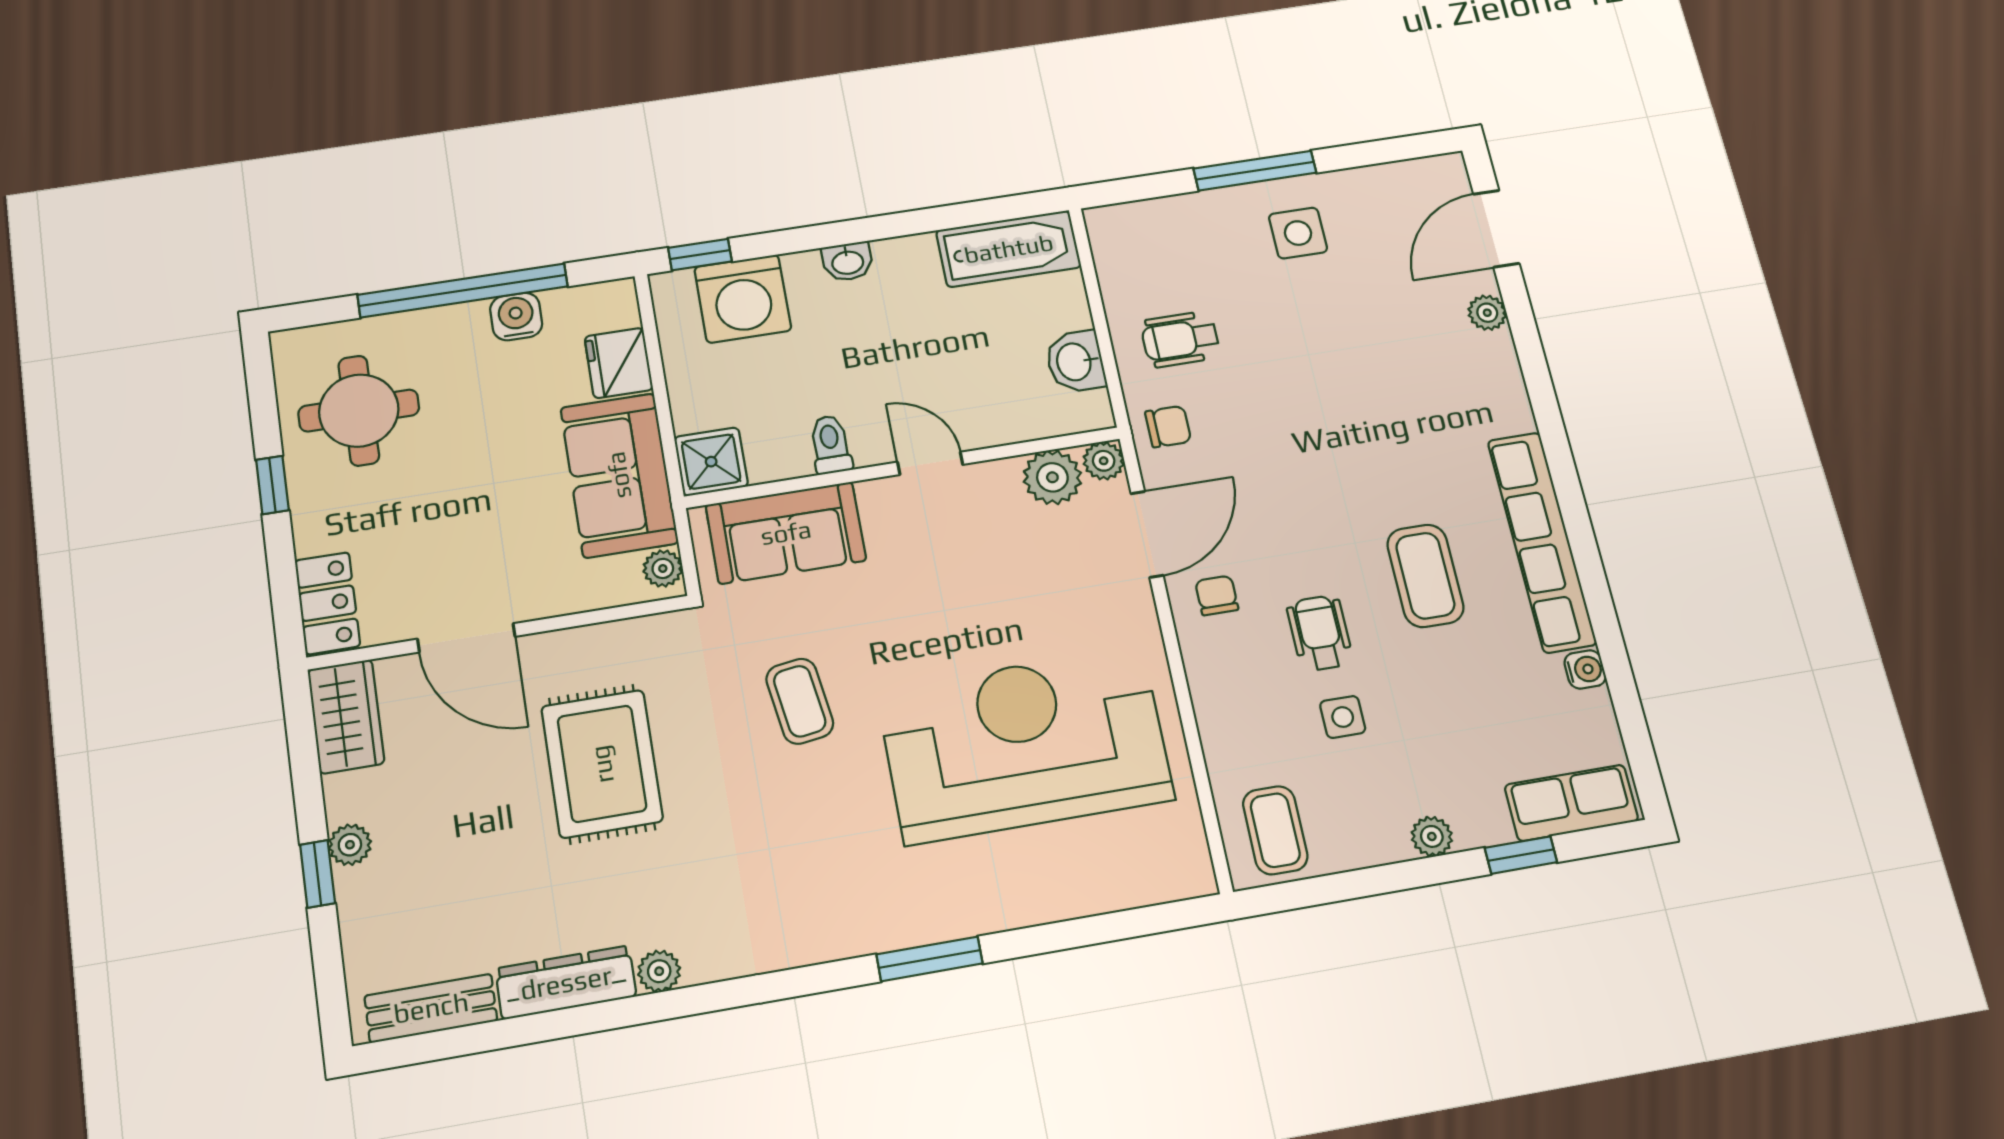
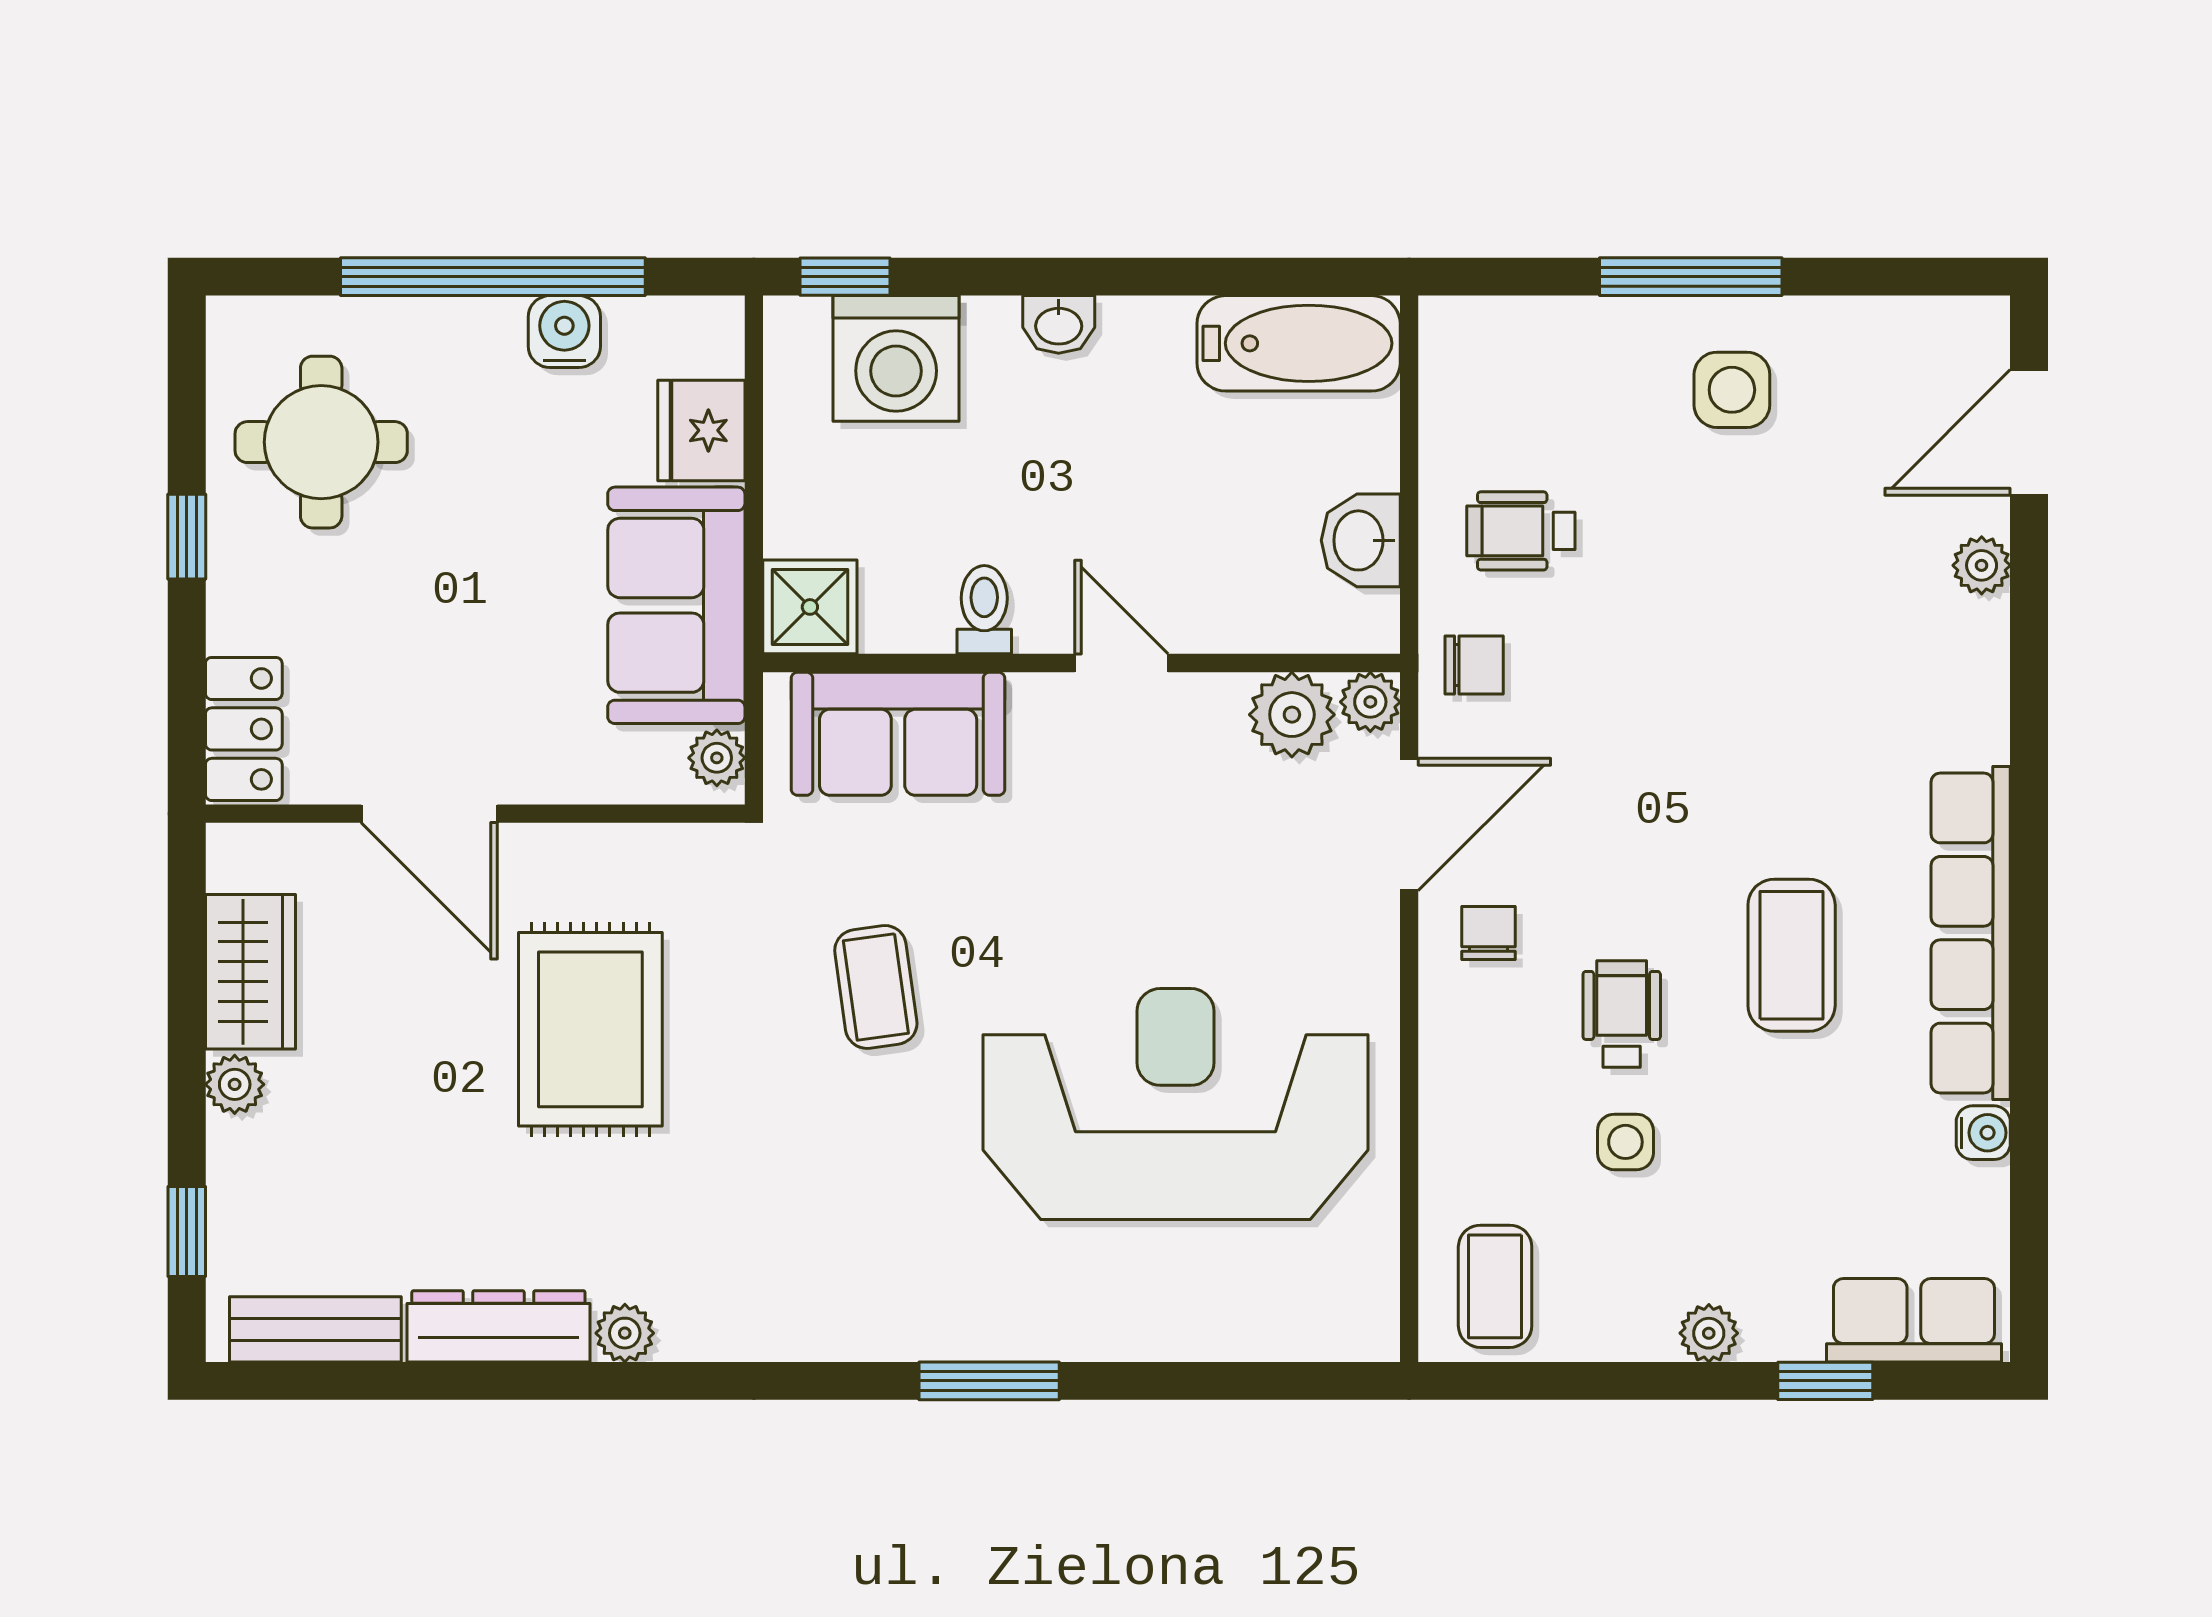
wardrobe: (346, 716) -> (250, 972), moved
window: (318, 874) -> (187, 1231), moved

